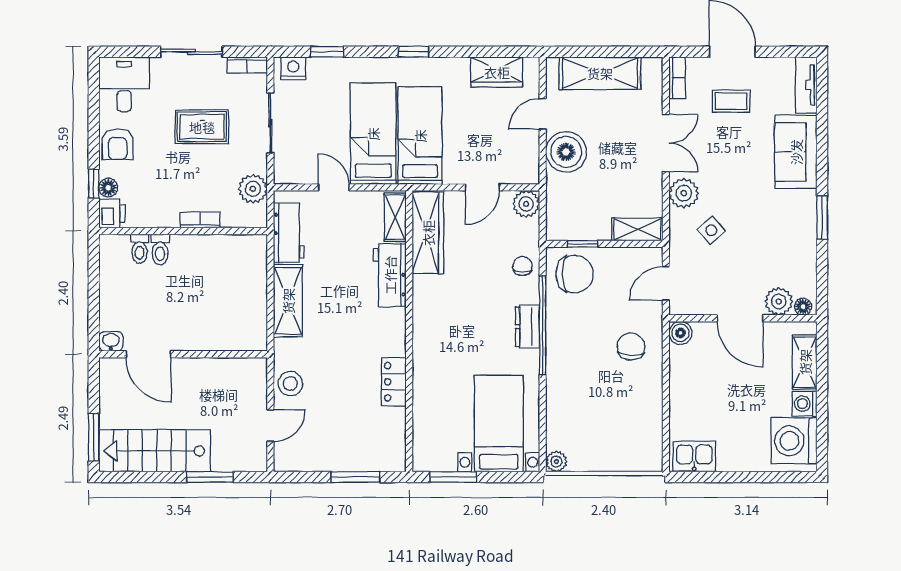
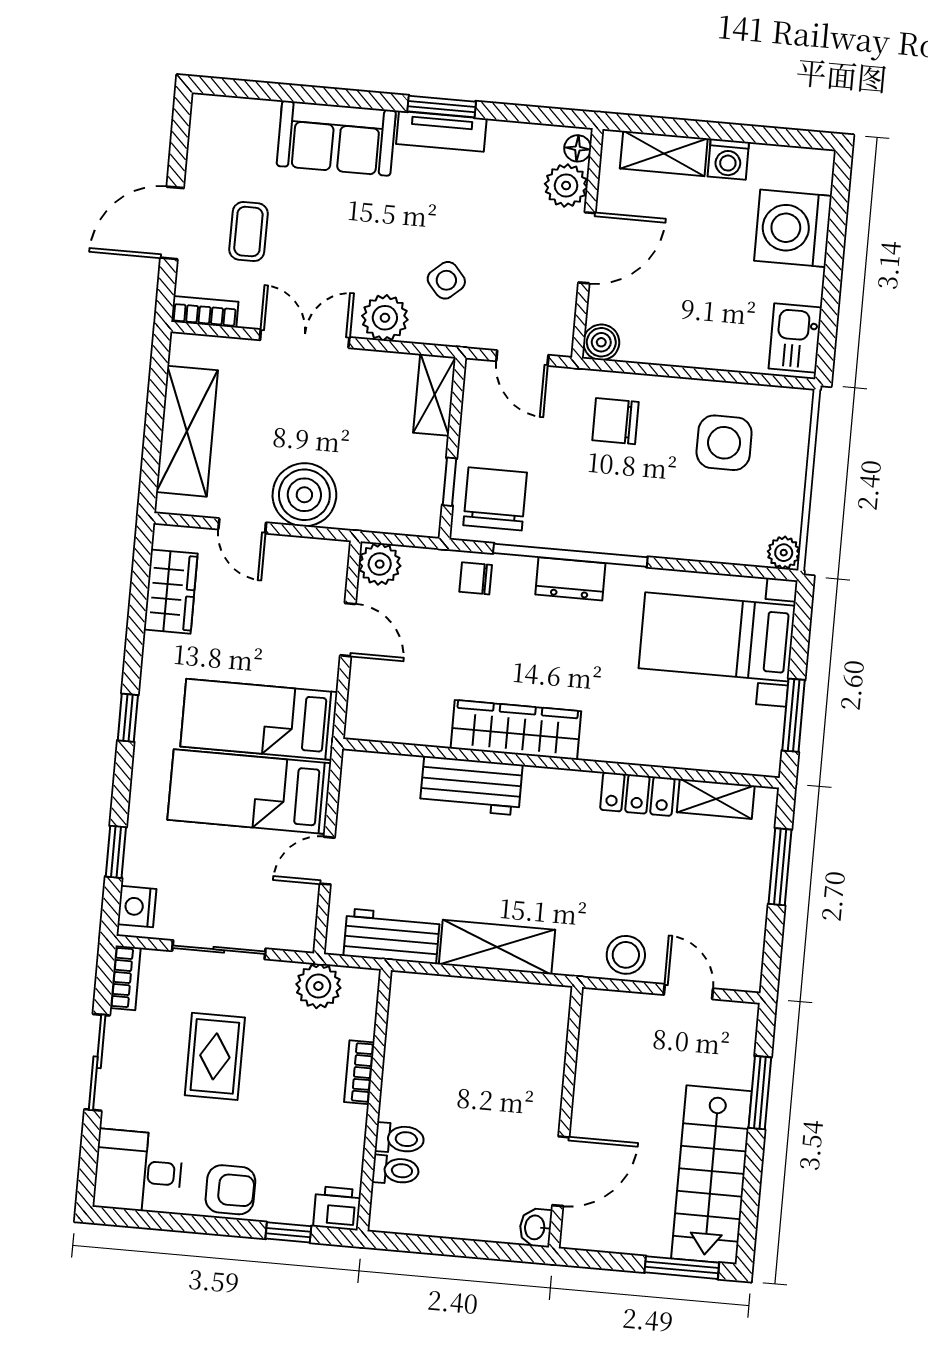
tv unit: (806, 85) -> (441, 131), moved
floor lamp: (108, 188) -> (297, 1210), removed
shelving: (395, 217) -> (716, 799), moved
wardrobe: (428, 233) -> (516, 730), moved
side table: (623, 417) -> (724, 443), added
washing machine: (794, 441) -> (793, 228), moved, turned 90

